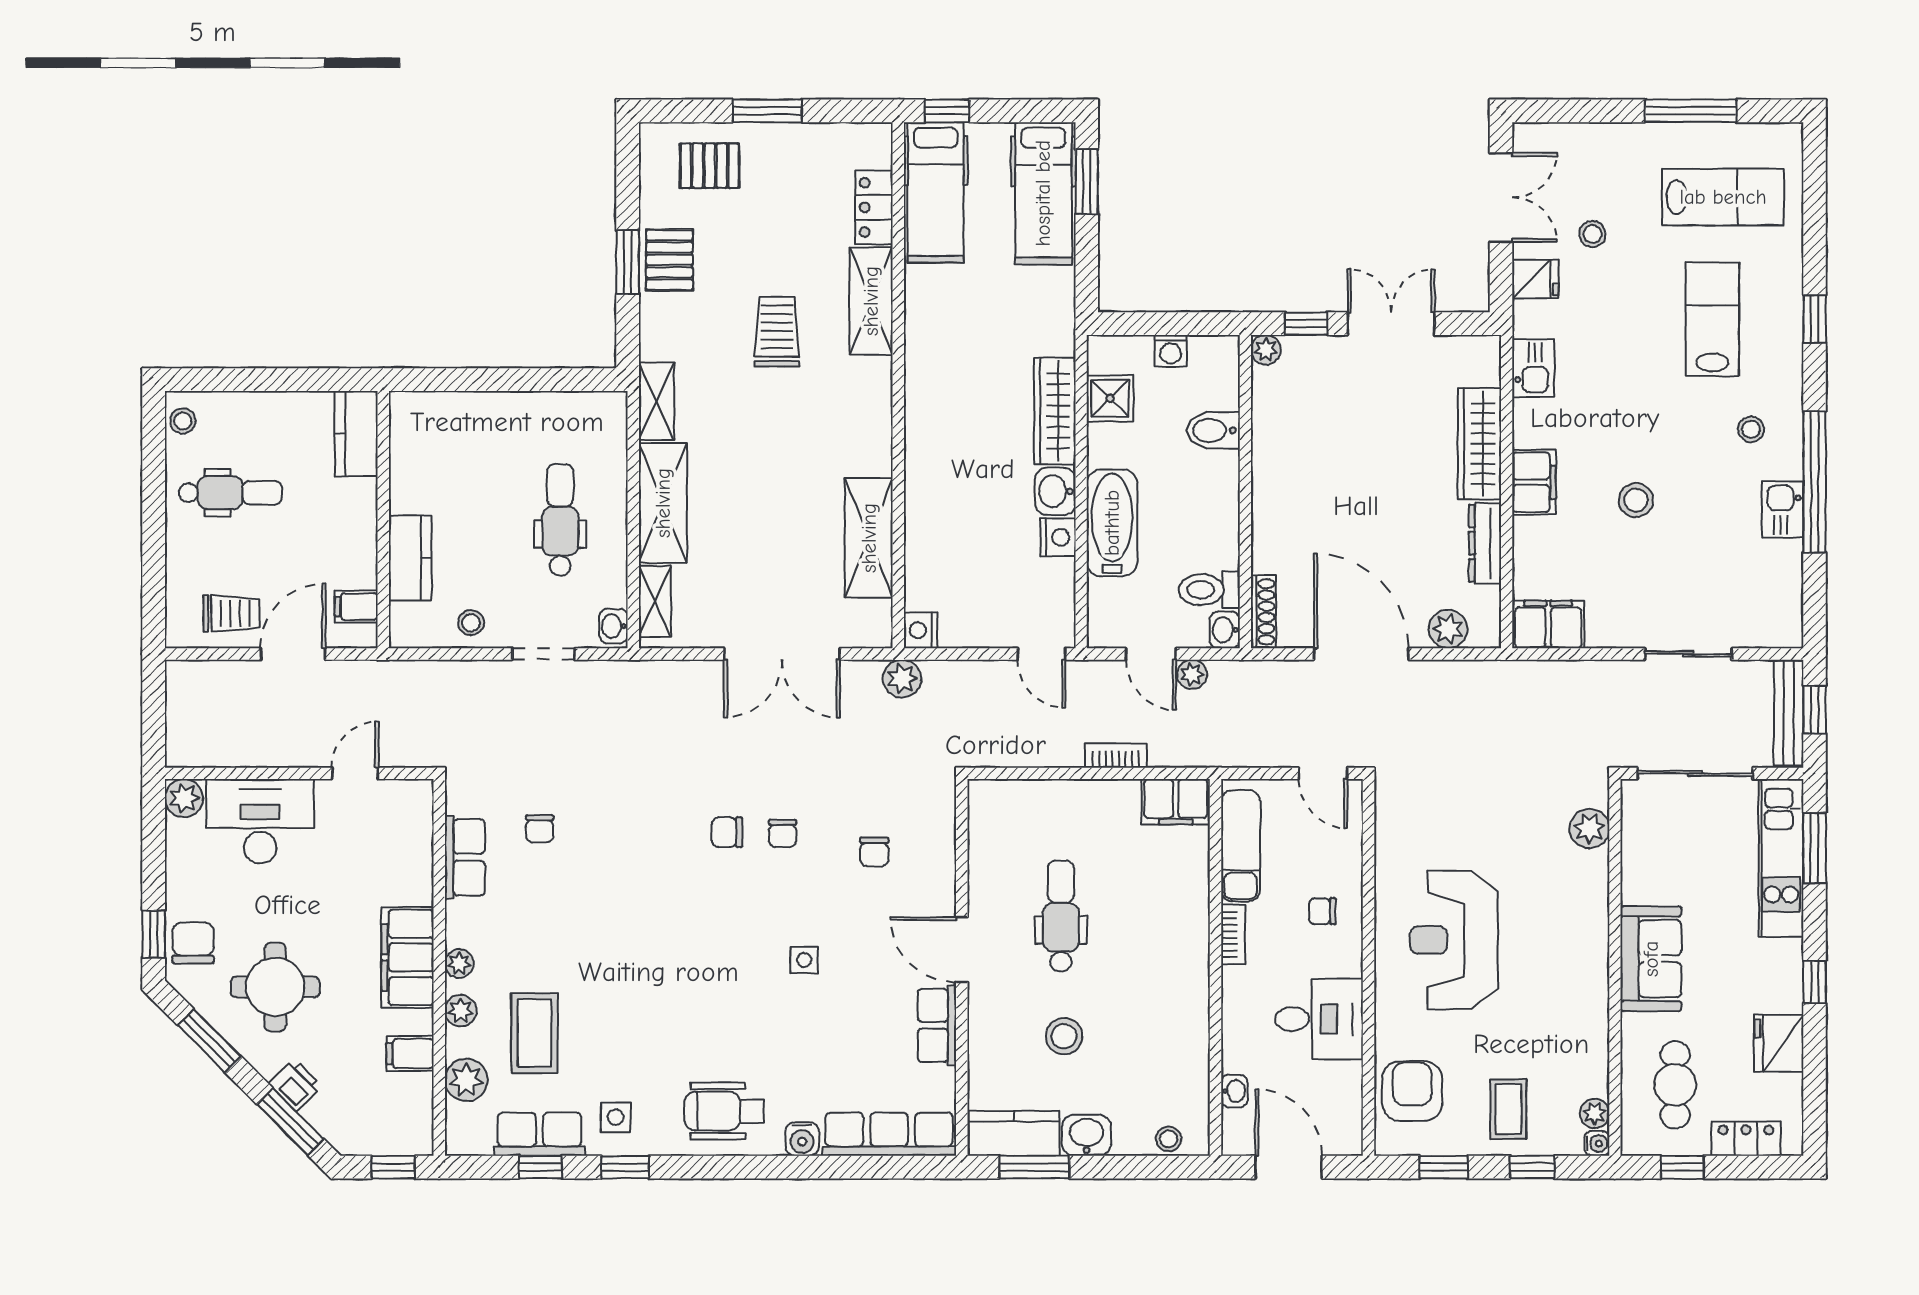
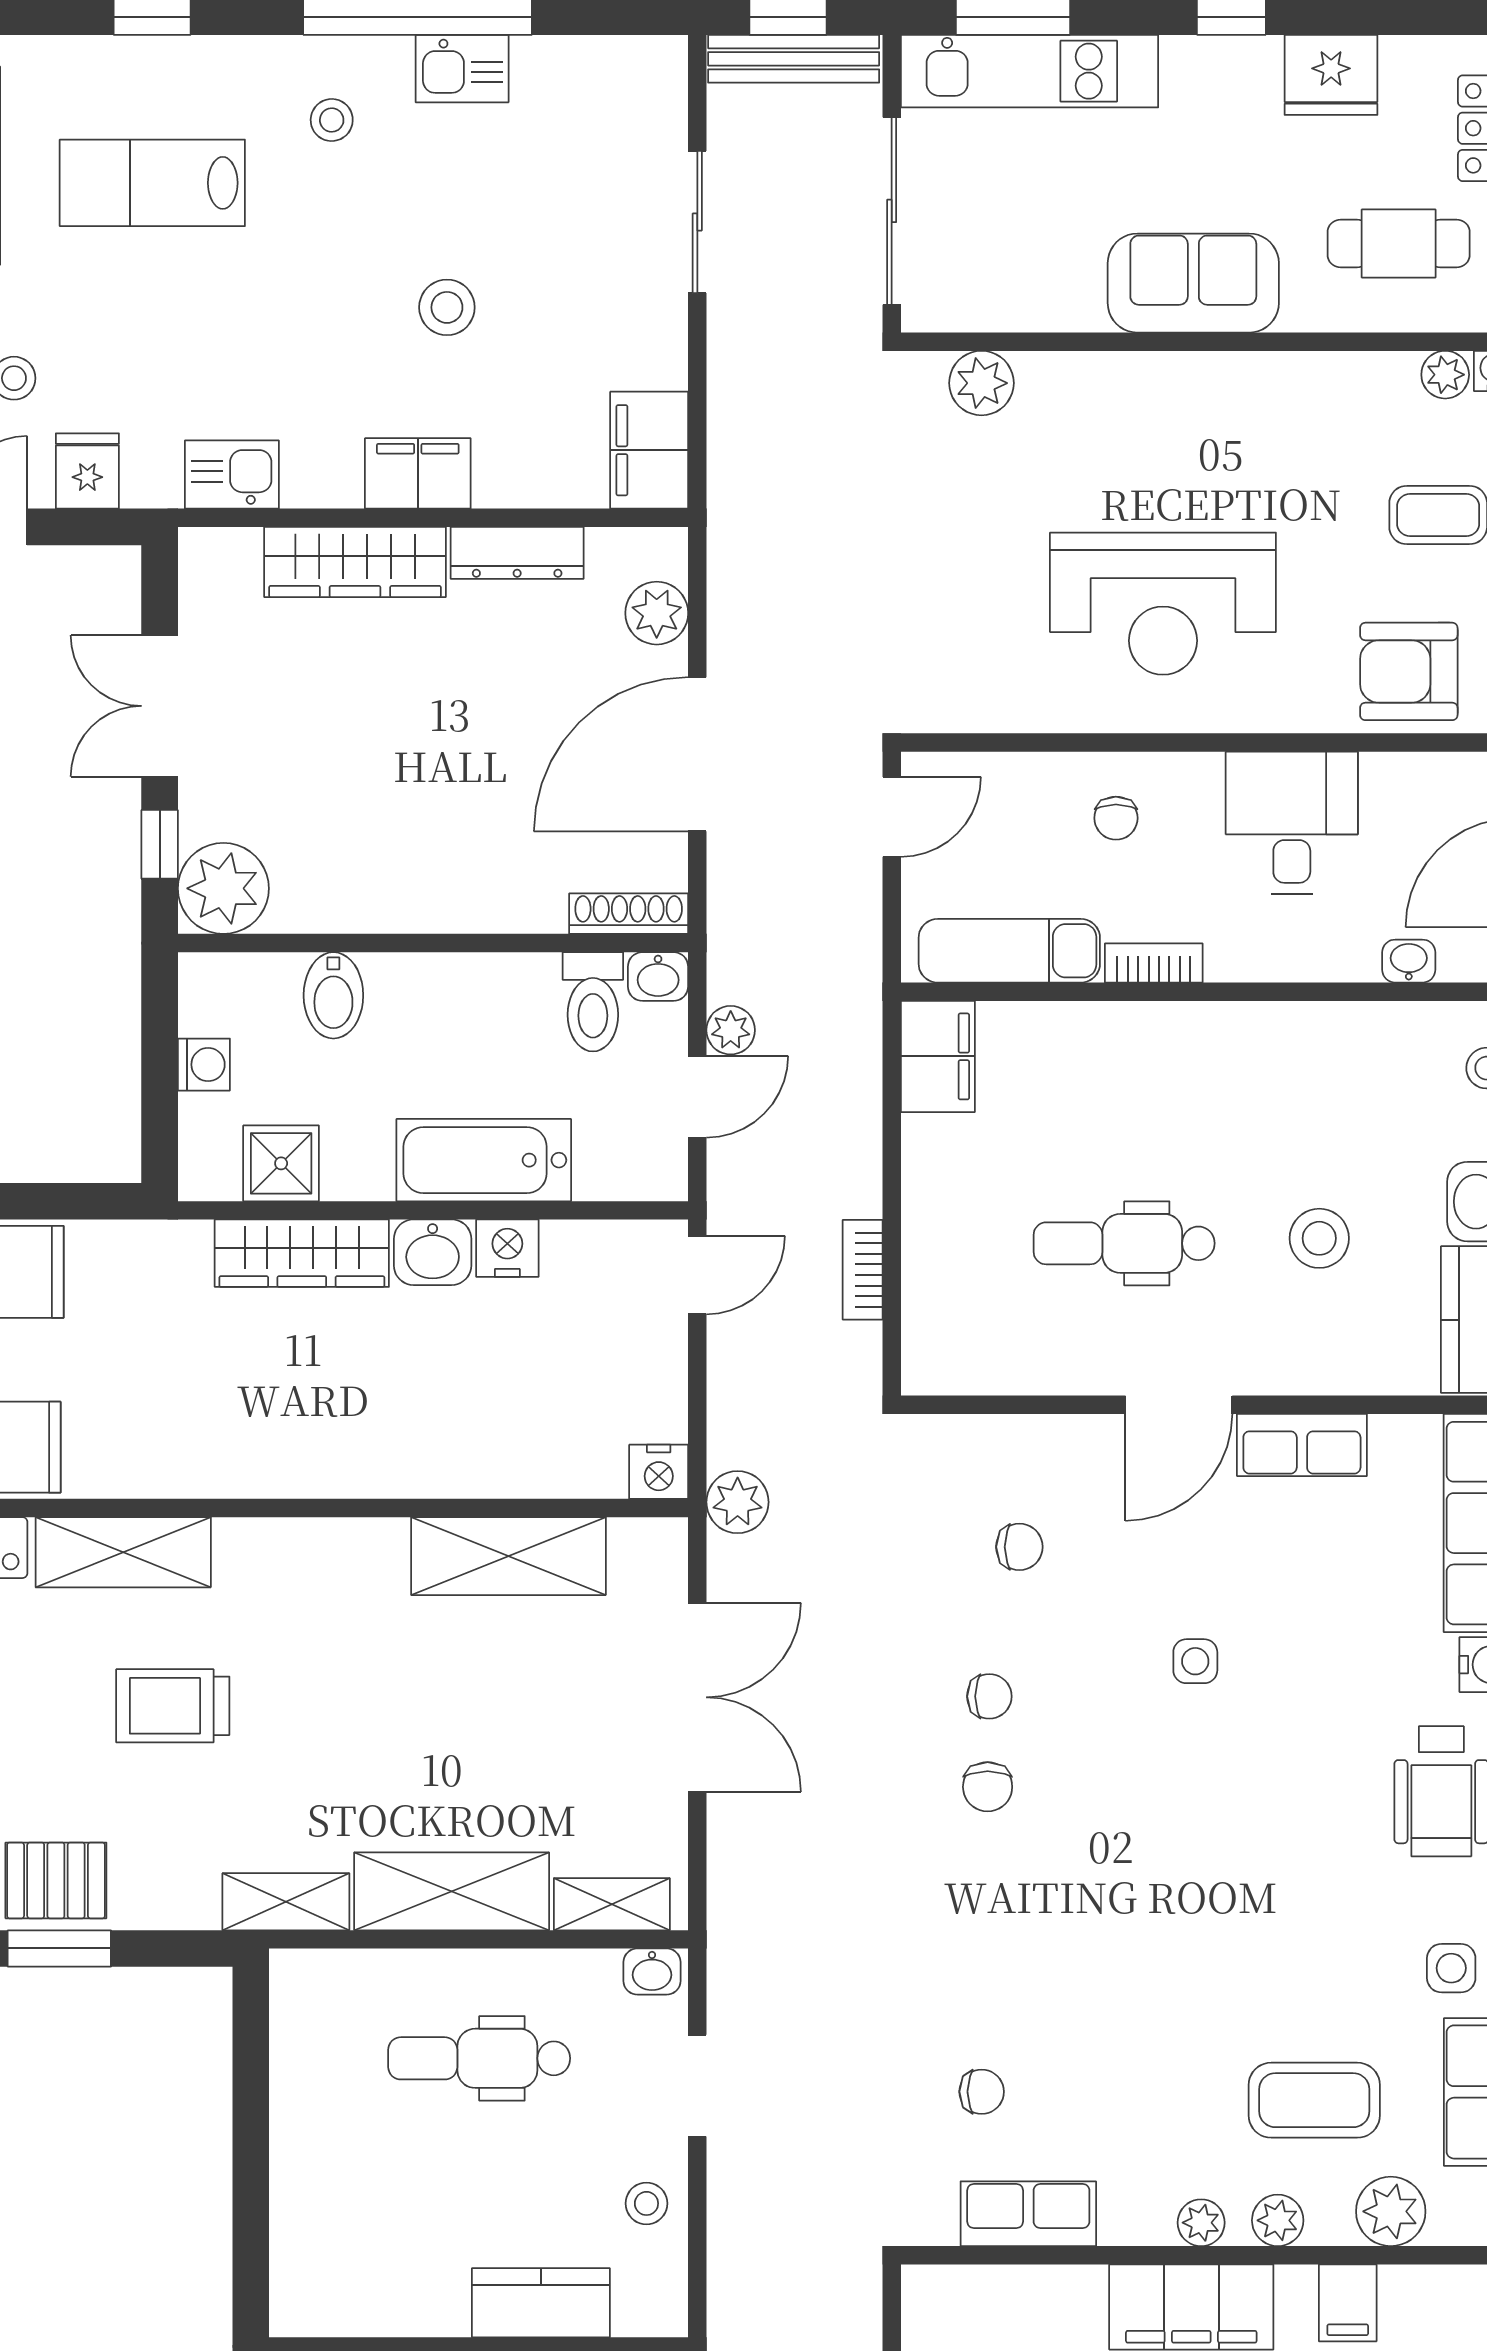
plant: (1266, 350) -> (223, 888), width x1.88, depth x1.88
bookcase: (1116, 755) -> (863, 1270), moved

